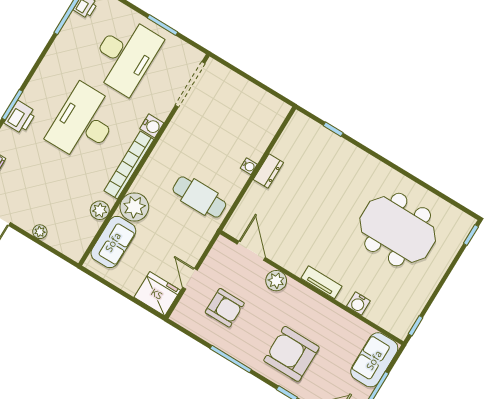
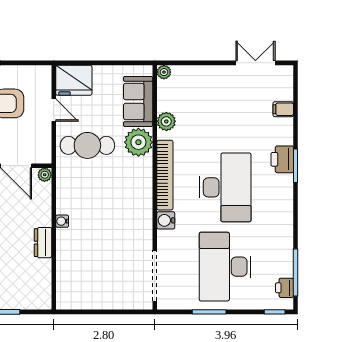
water cooler: (249, 166) -> (62, 221), moved
cafe table: (199, 197) -> (87, 145), moved
plant: (232, 228) -> (45, 175), added
plant: (40, 232) -> (164, 72), moved

